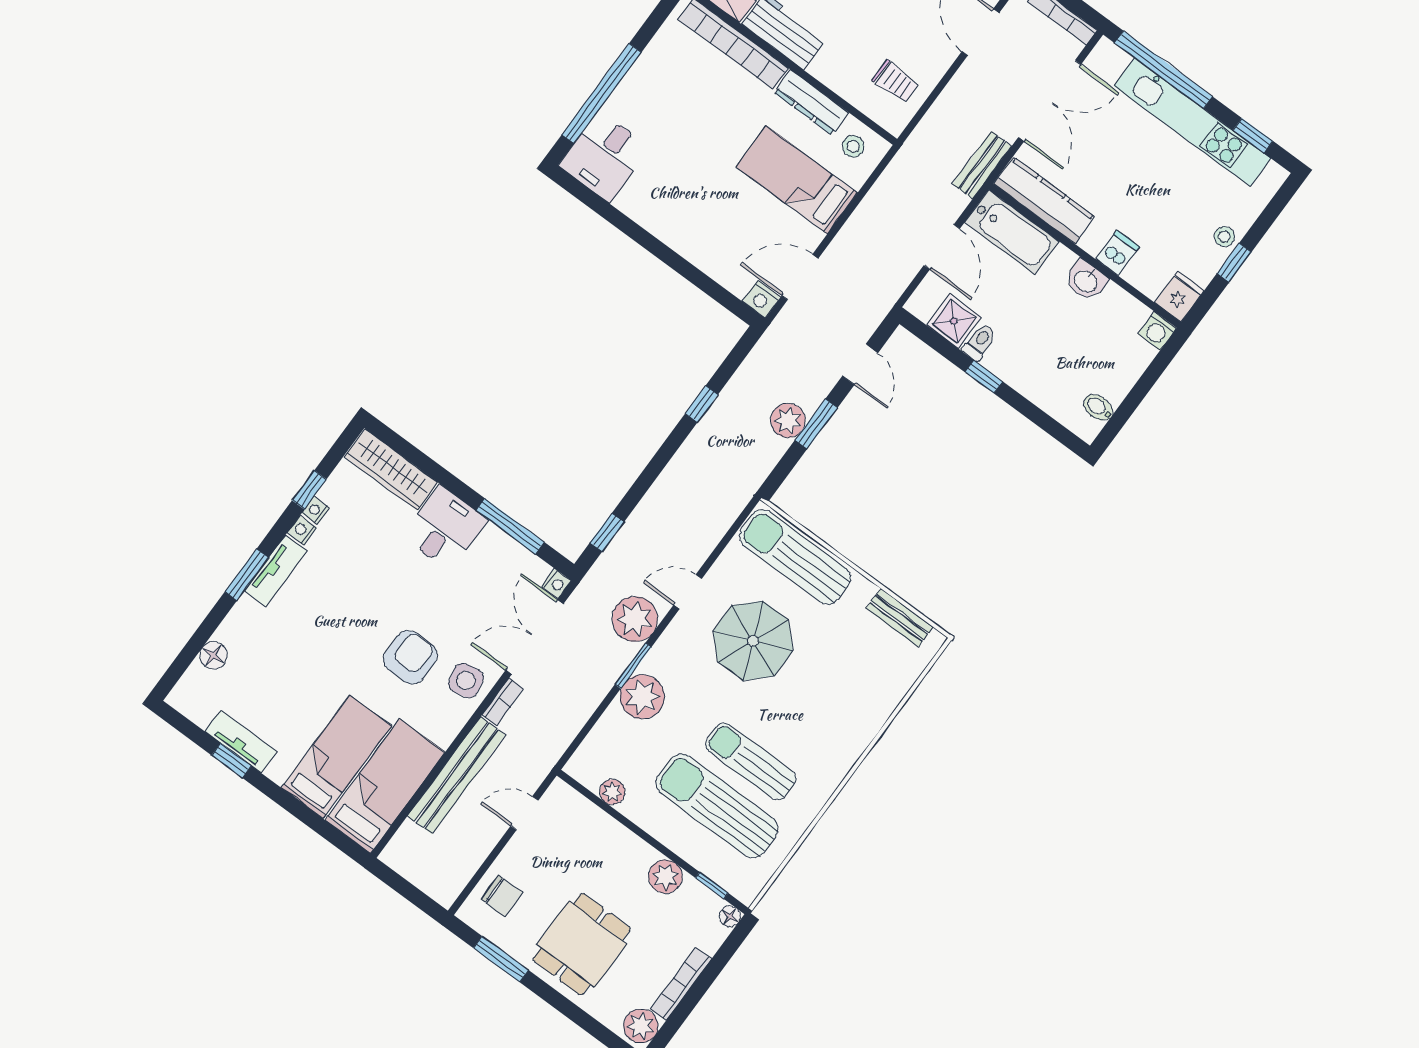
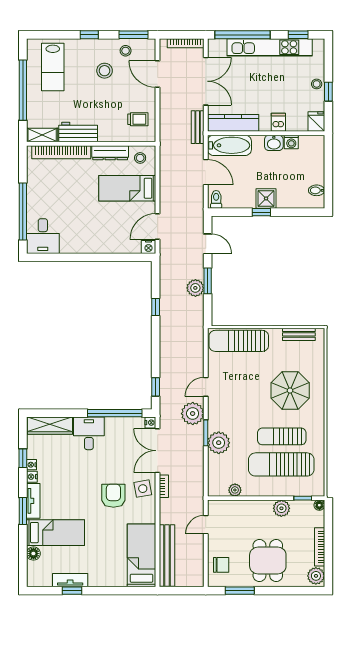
shower: (954, 321) -> (266, 198), moved
washing machine: (1157, 331) -> (291, 142), moved
toilet: (980, 342) -> (216, 199), moved
window: (510, 526) -> (115, 413), width x1.46
parasol: (753, 641) -> (290, 390), moved
bed: (336, 757) -> (56, 533), moved, turned 90
bench: (456, 775) -> (167, 556), moved

